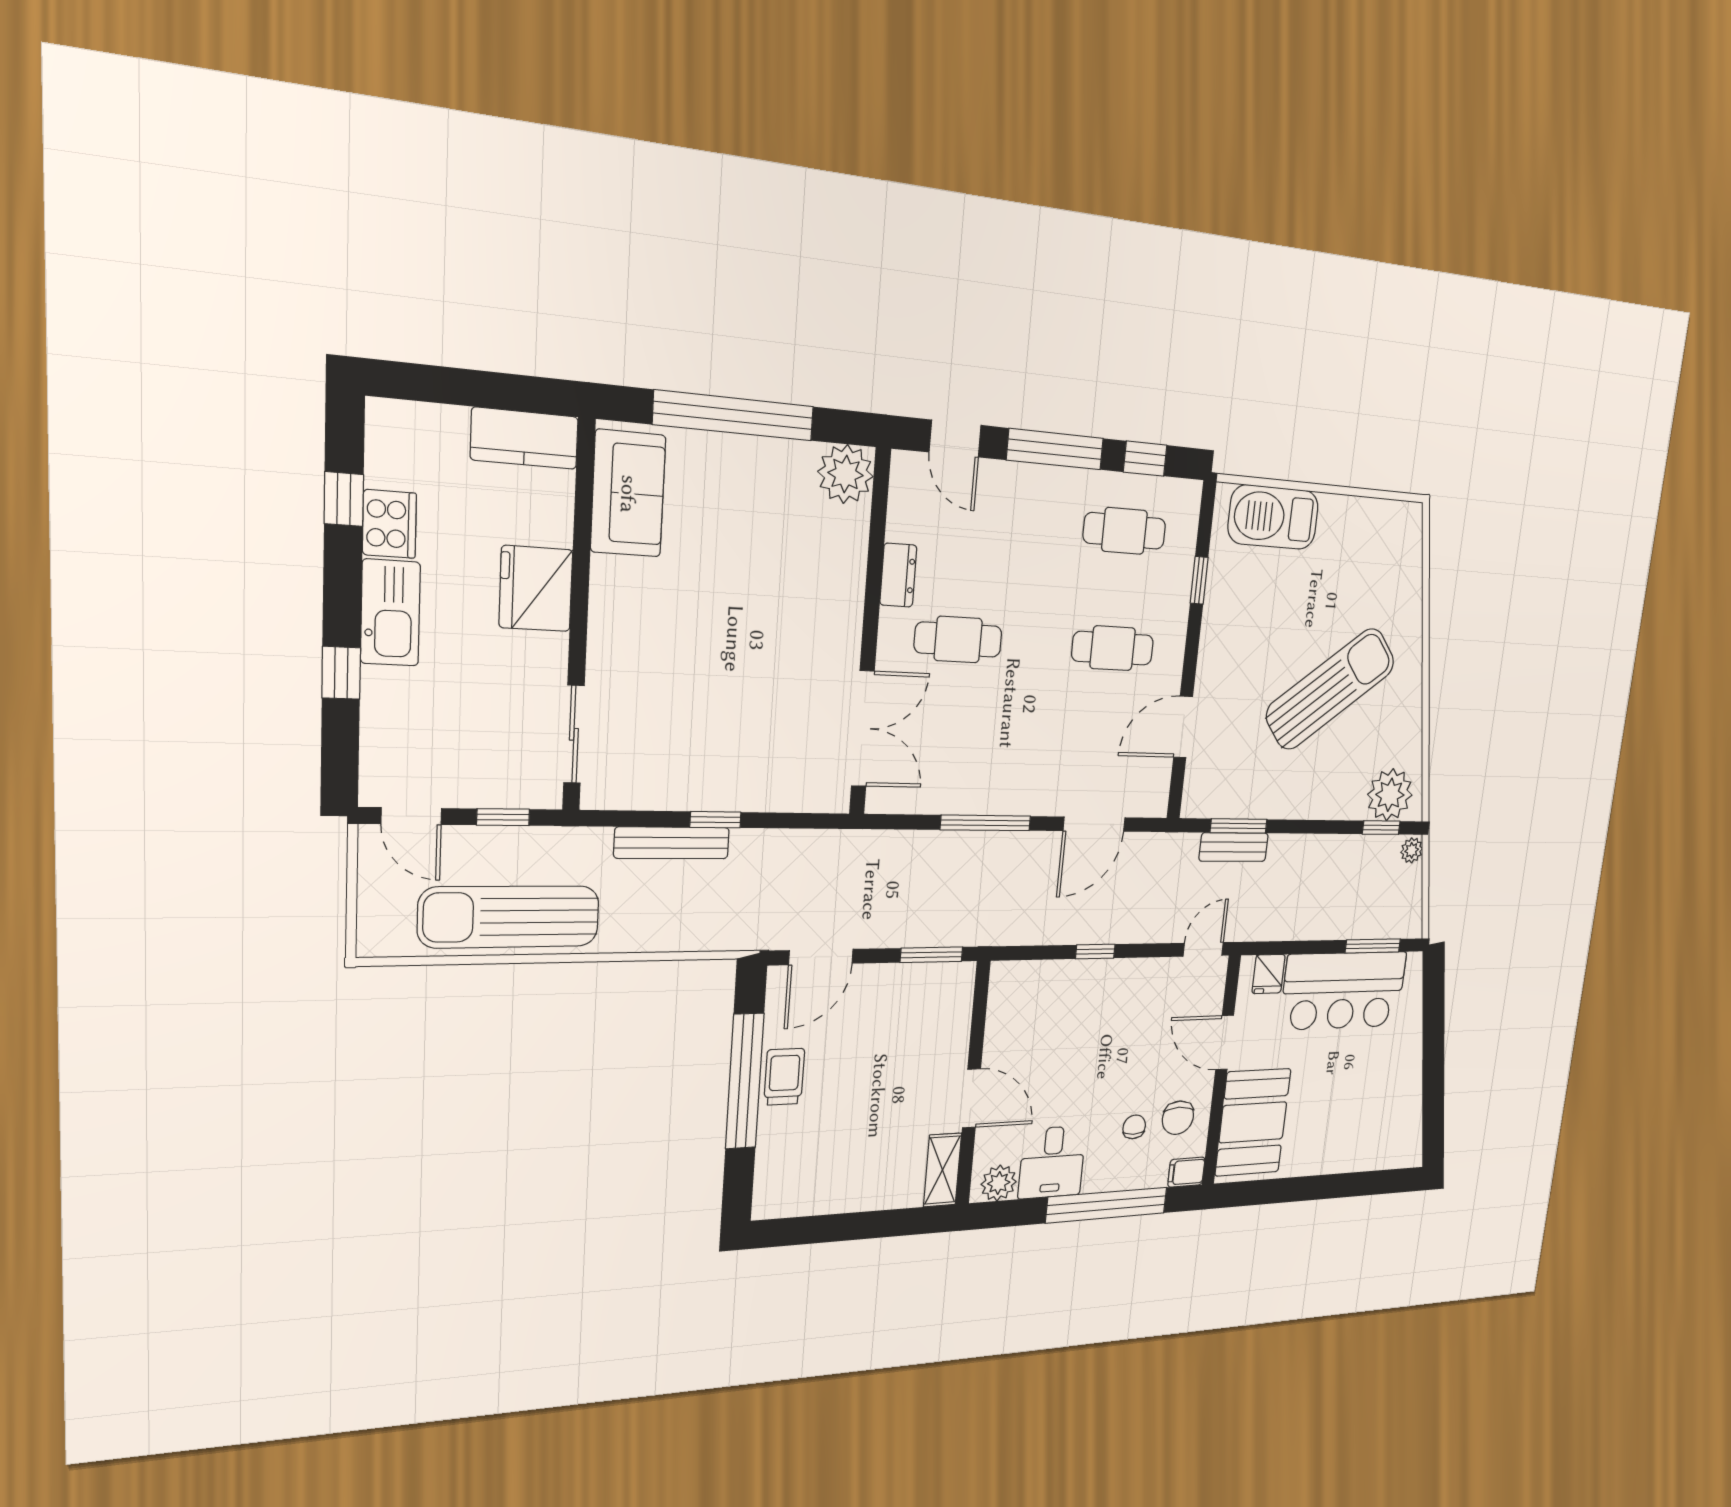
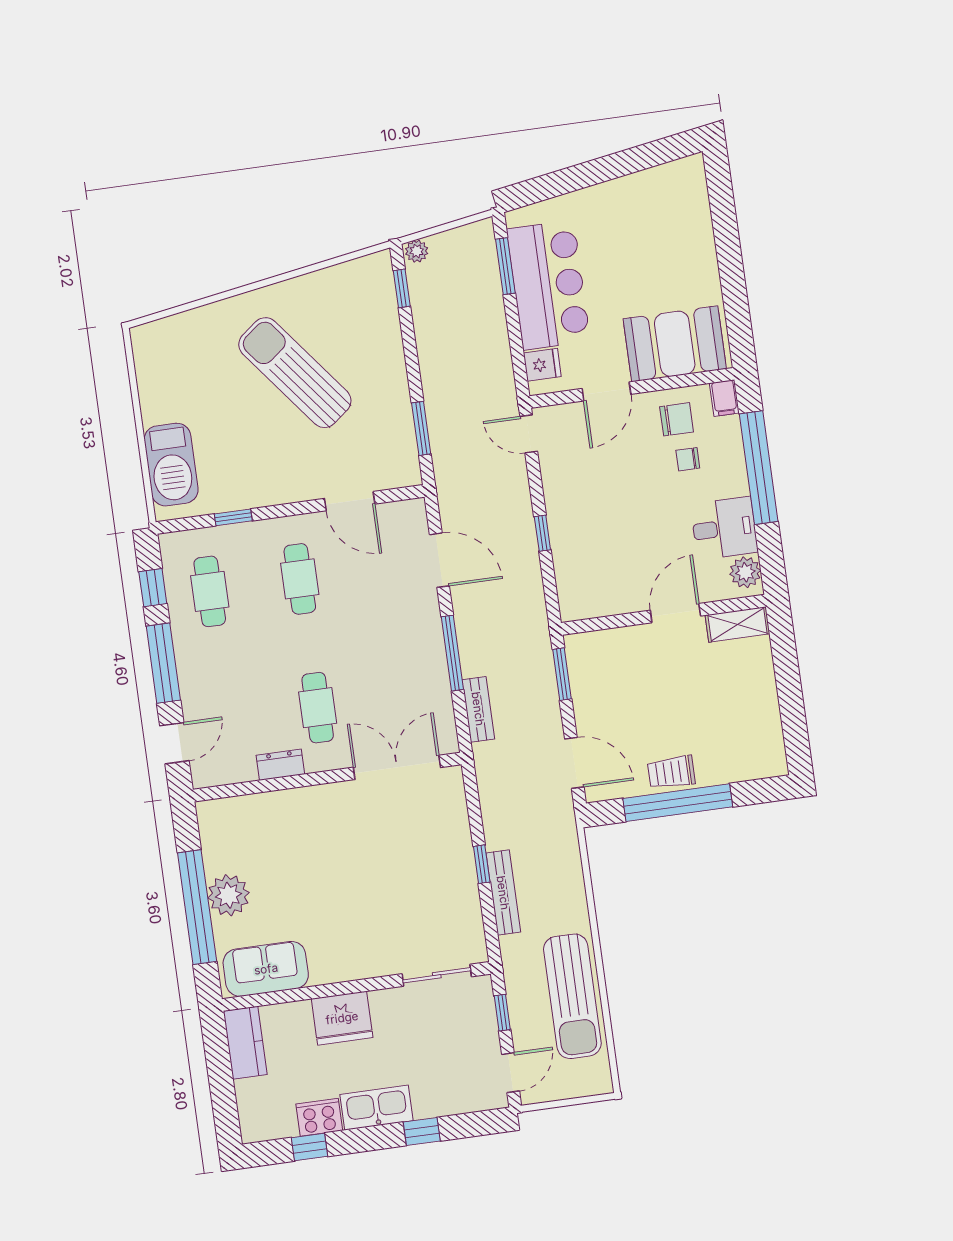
plant: (846, 474) -> (228, 895), moved
plant: (1390, 795) -> (373, 288), removed
bench: (1234, 847) -> (478, 709), moved

